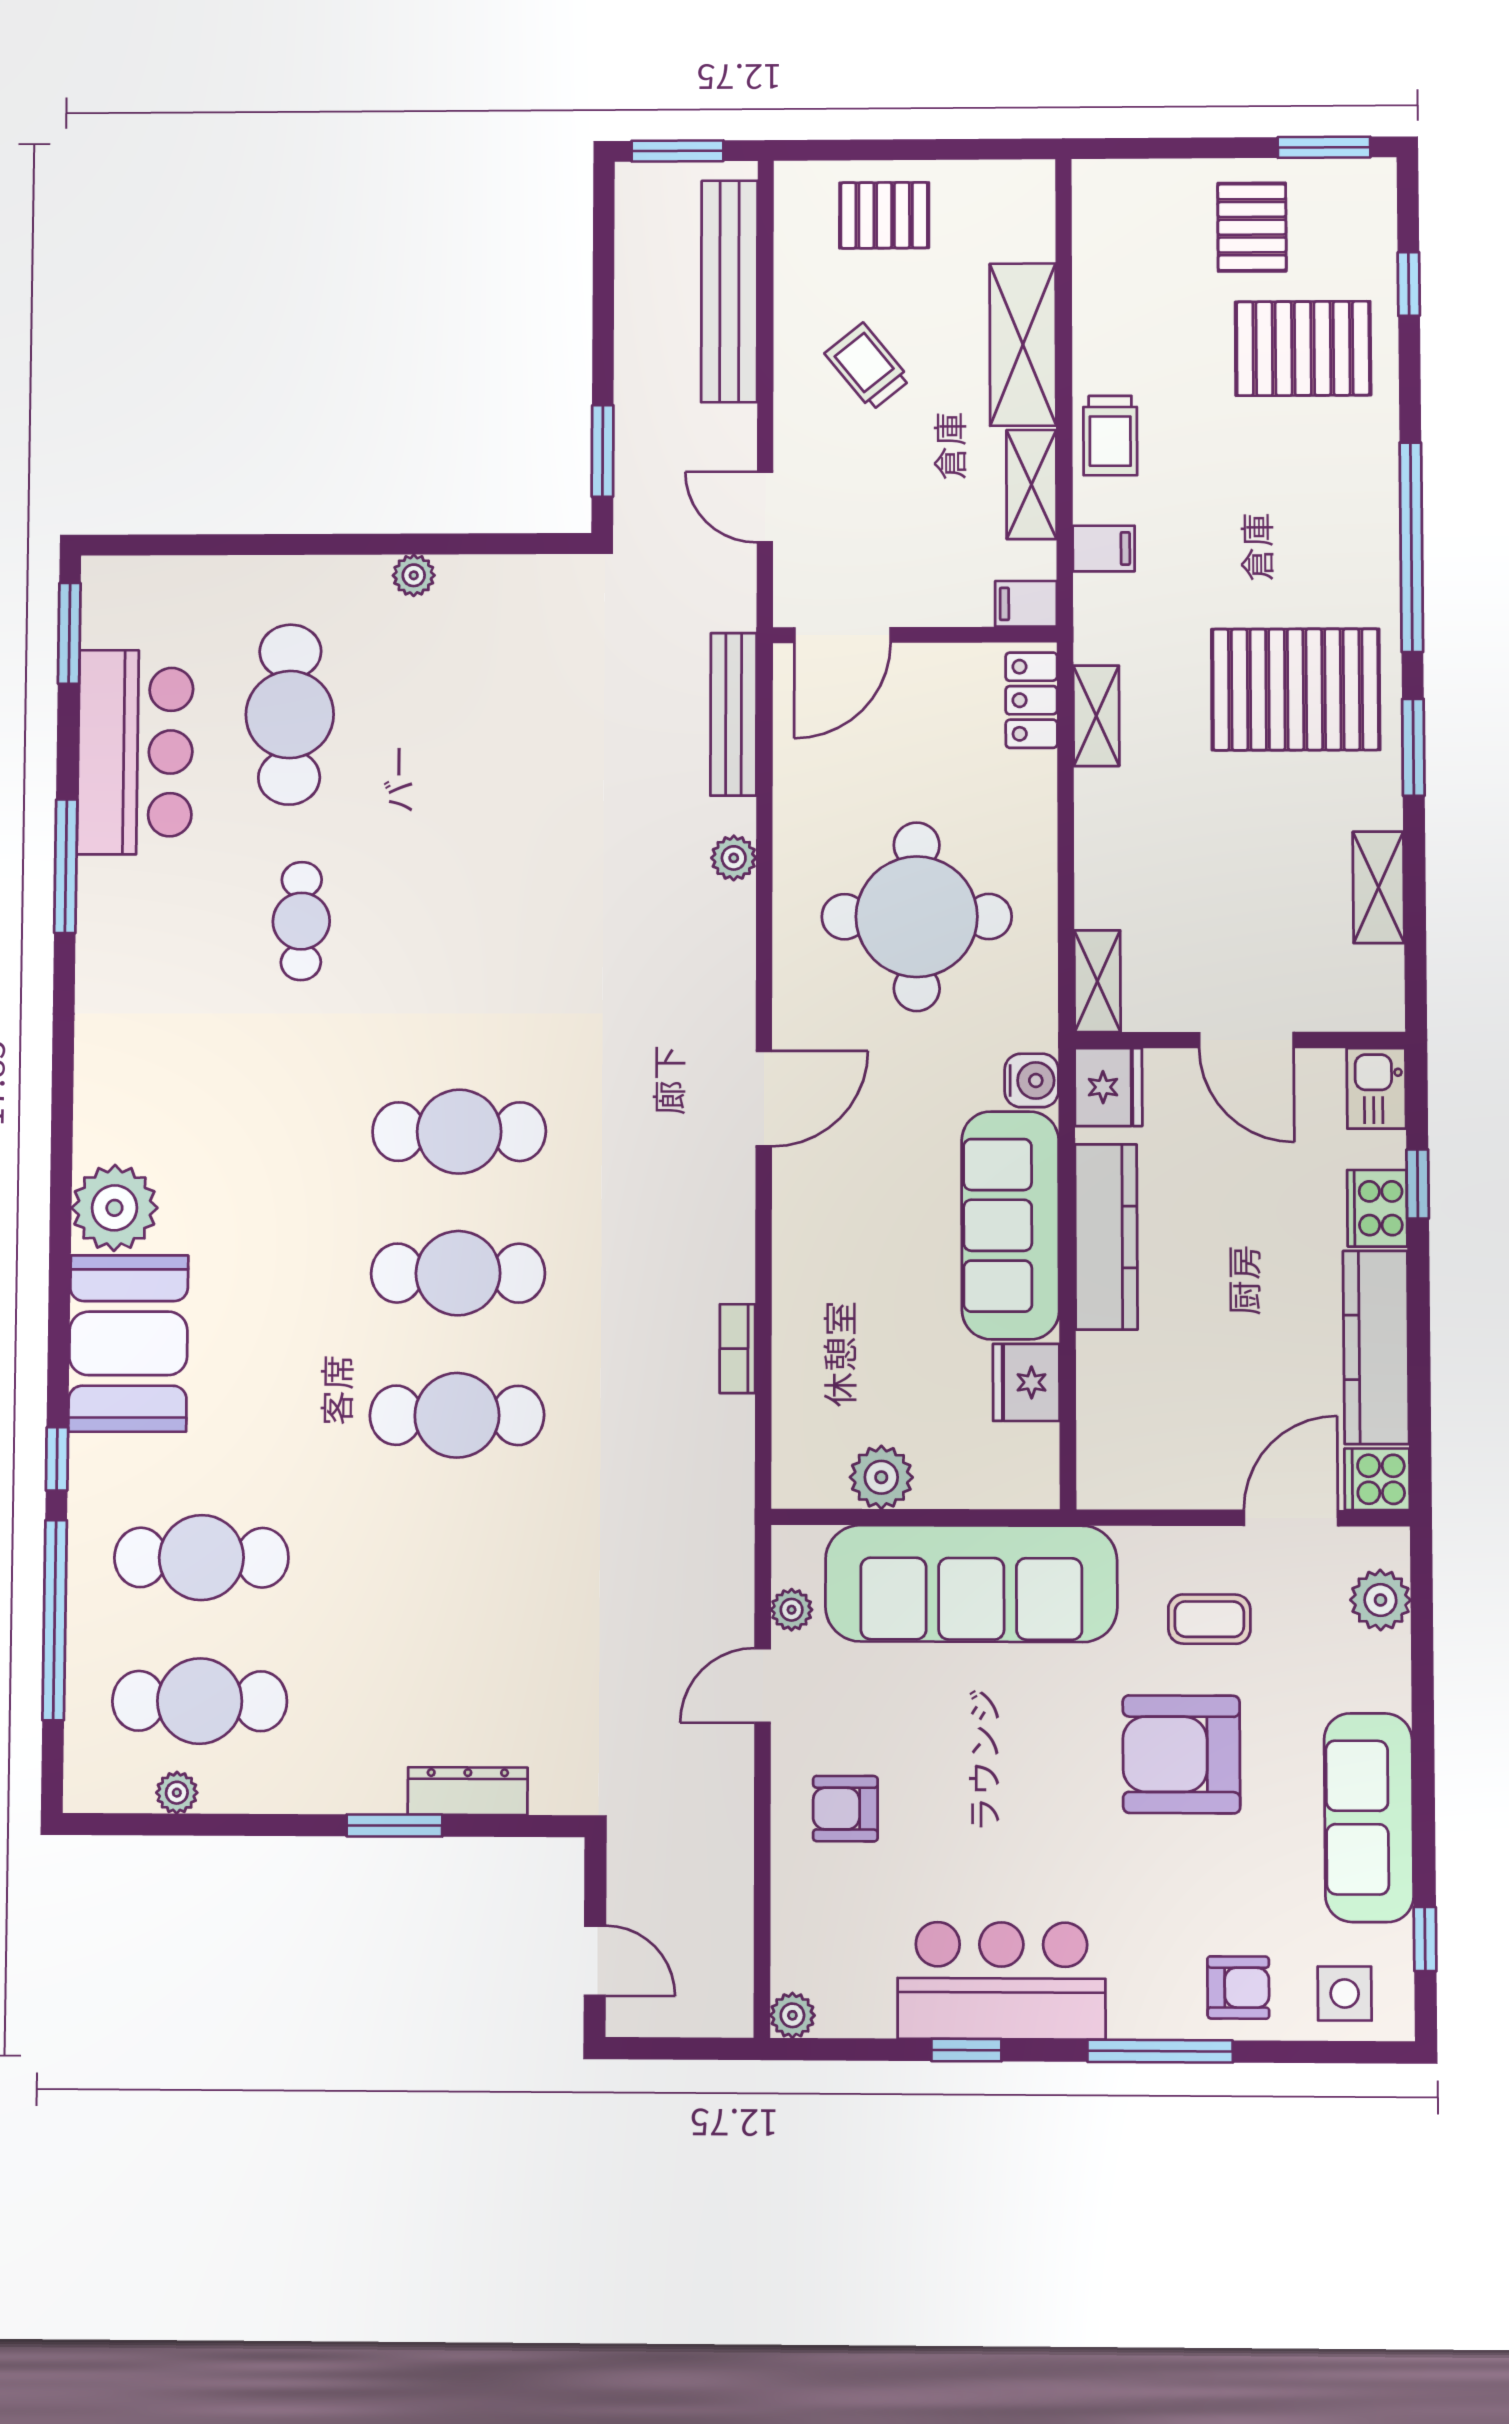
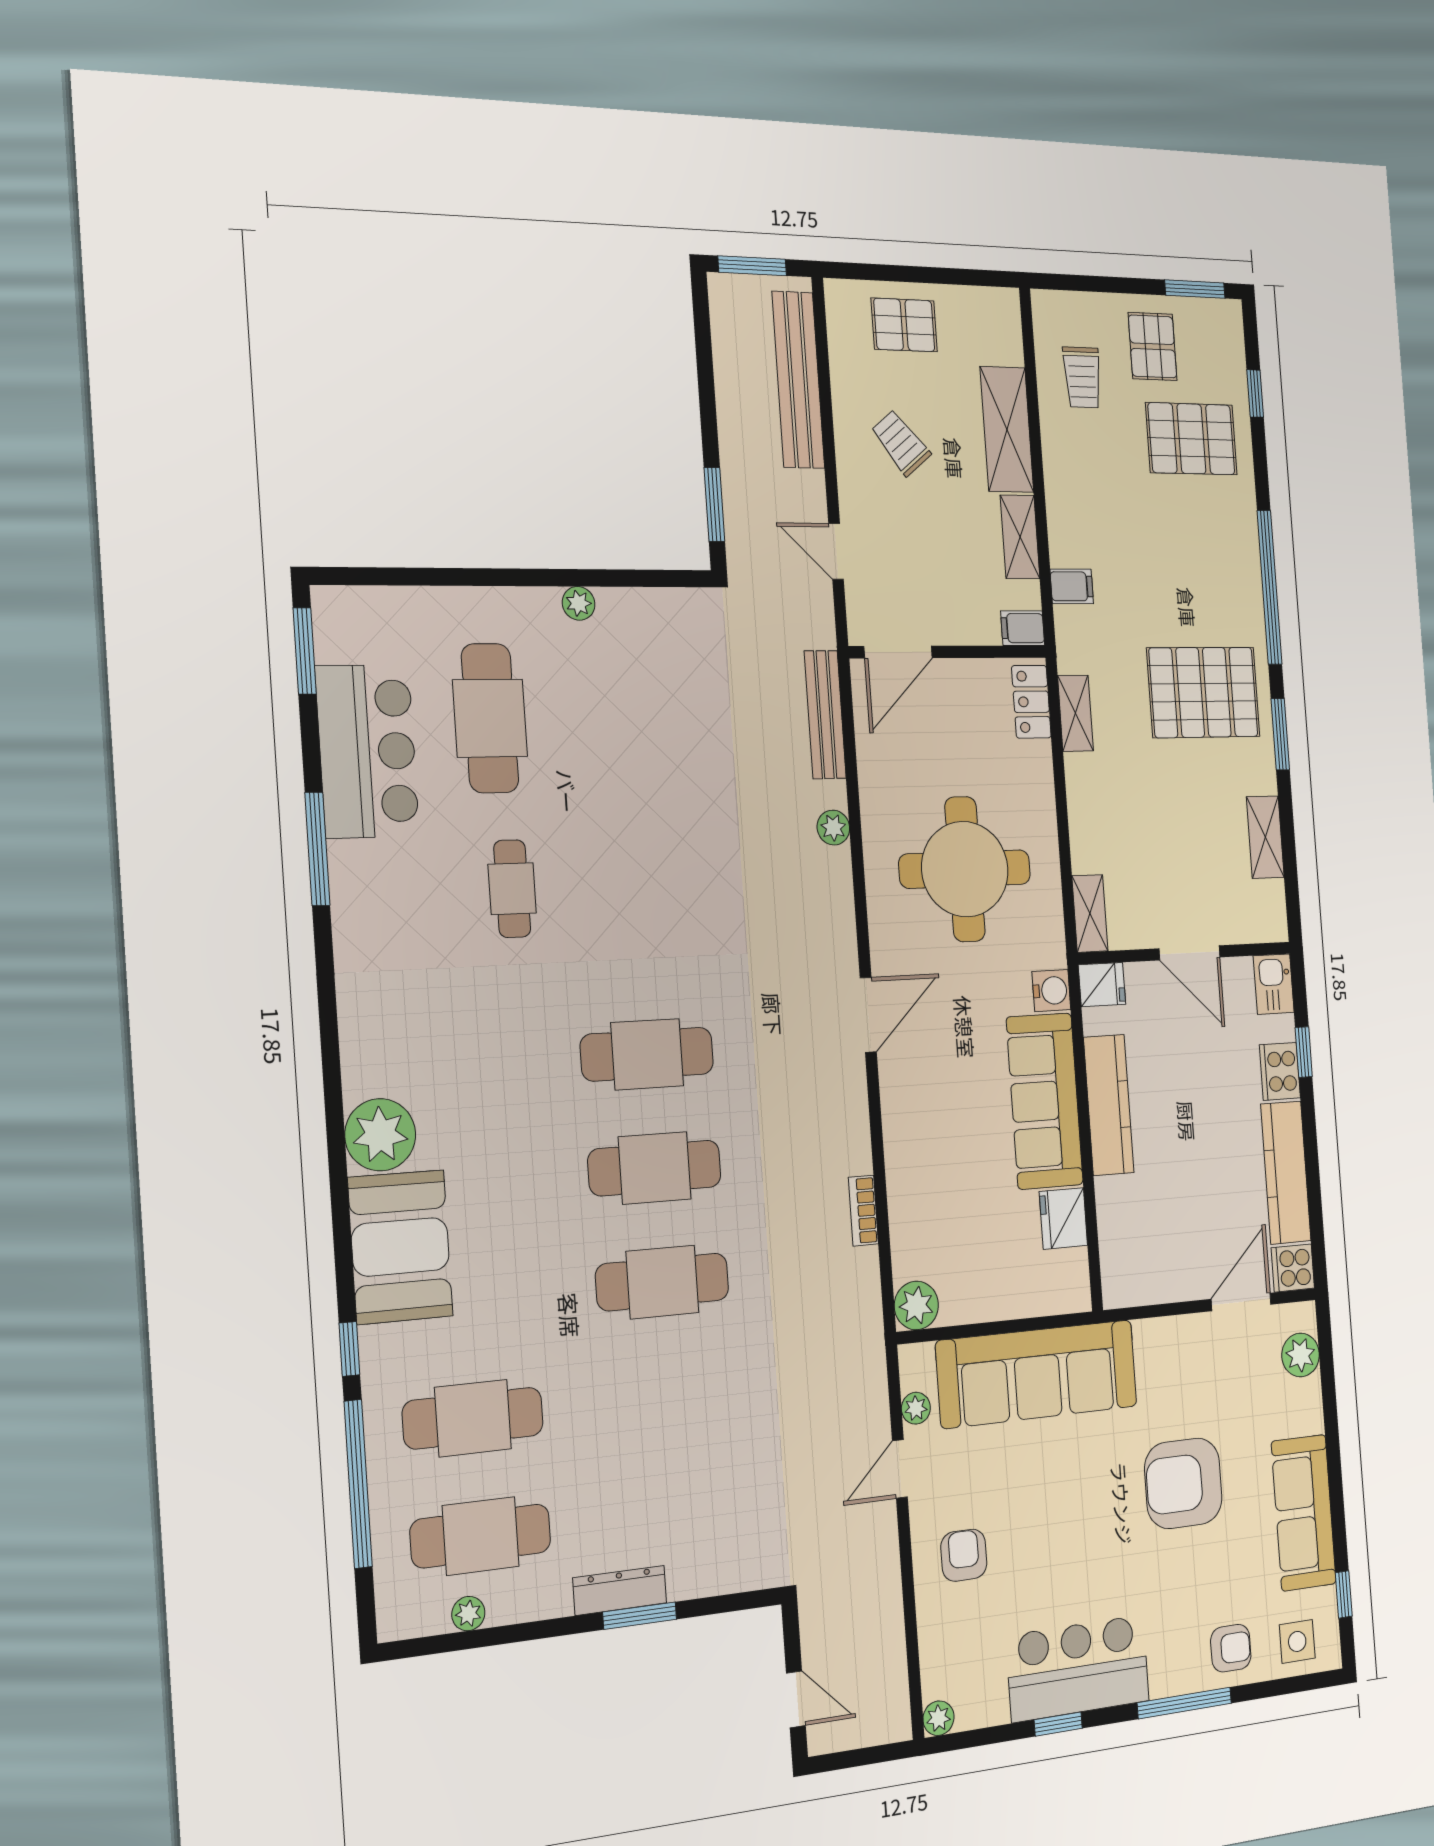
trolley: (1110, 436) -> (1082, 377), moved
fridge: (1108, 1087) -> (1102, 985), width x0.72
plant: (881, 1477) -> (916, 1305), moved
coffee table: (1209, 1619) -> (1194, 1382), removed
dresser: (468, 1791) -> (620, 1590), moved
armchair: (845, 1809) -> (964, 1555), turned 90

